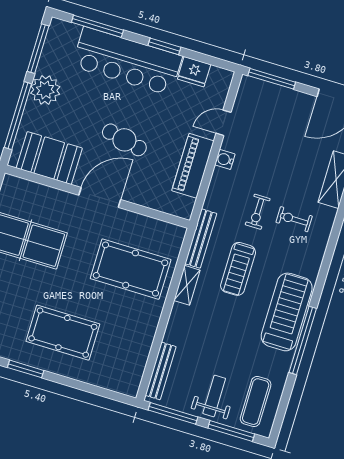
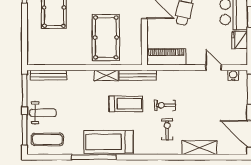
water cooler: (225, 159) -> (233, 75), moved
piano: (193, 166) -> (166, 57), moved
treadmill: (238, 269) -> (126, 104), turned 180
treadmill: (287, 312) -> (108, 142), turned 180

